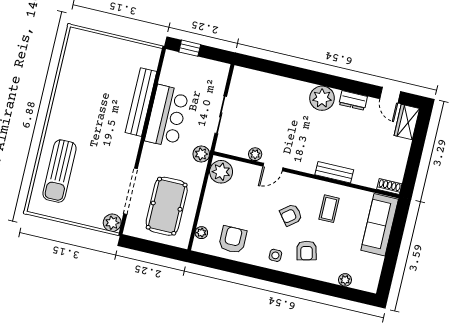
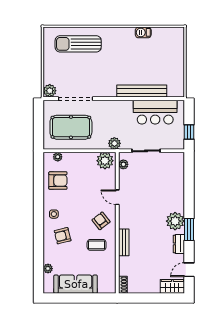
window: (190, 48) -> (189, 132), moved
barbecue: (65, 82) -> (143, 32), added
window: (337, 83) -> (189, 229), added
bar counter: (167, 116) -> (155, 112), moved
plant: (255, 154) -> (123, 164), moved
armchair: (291, 215) -> (101, 221), moved
sofa: (380, 225) -> (76, 284), moved

